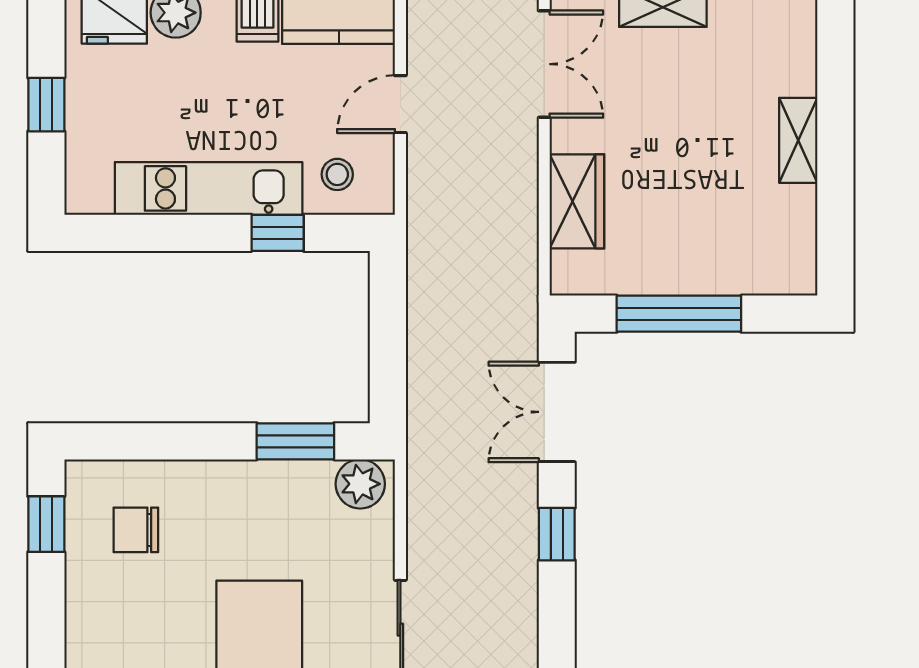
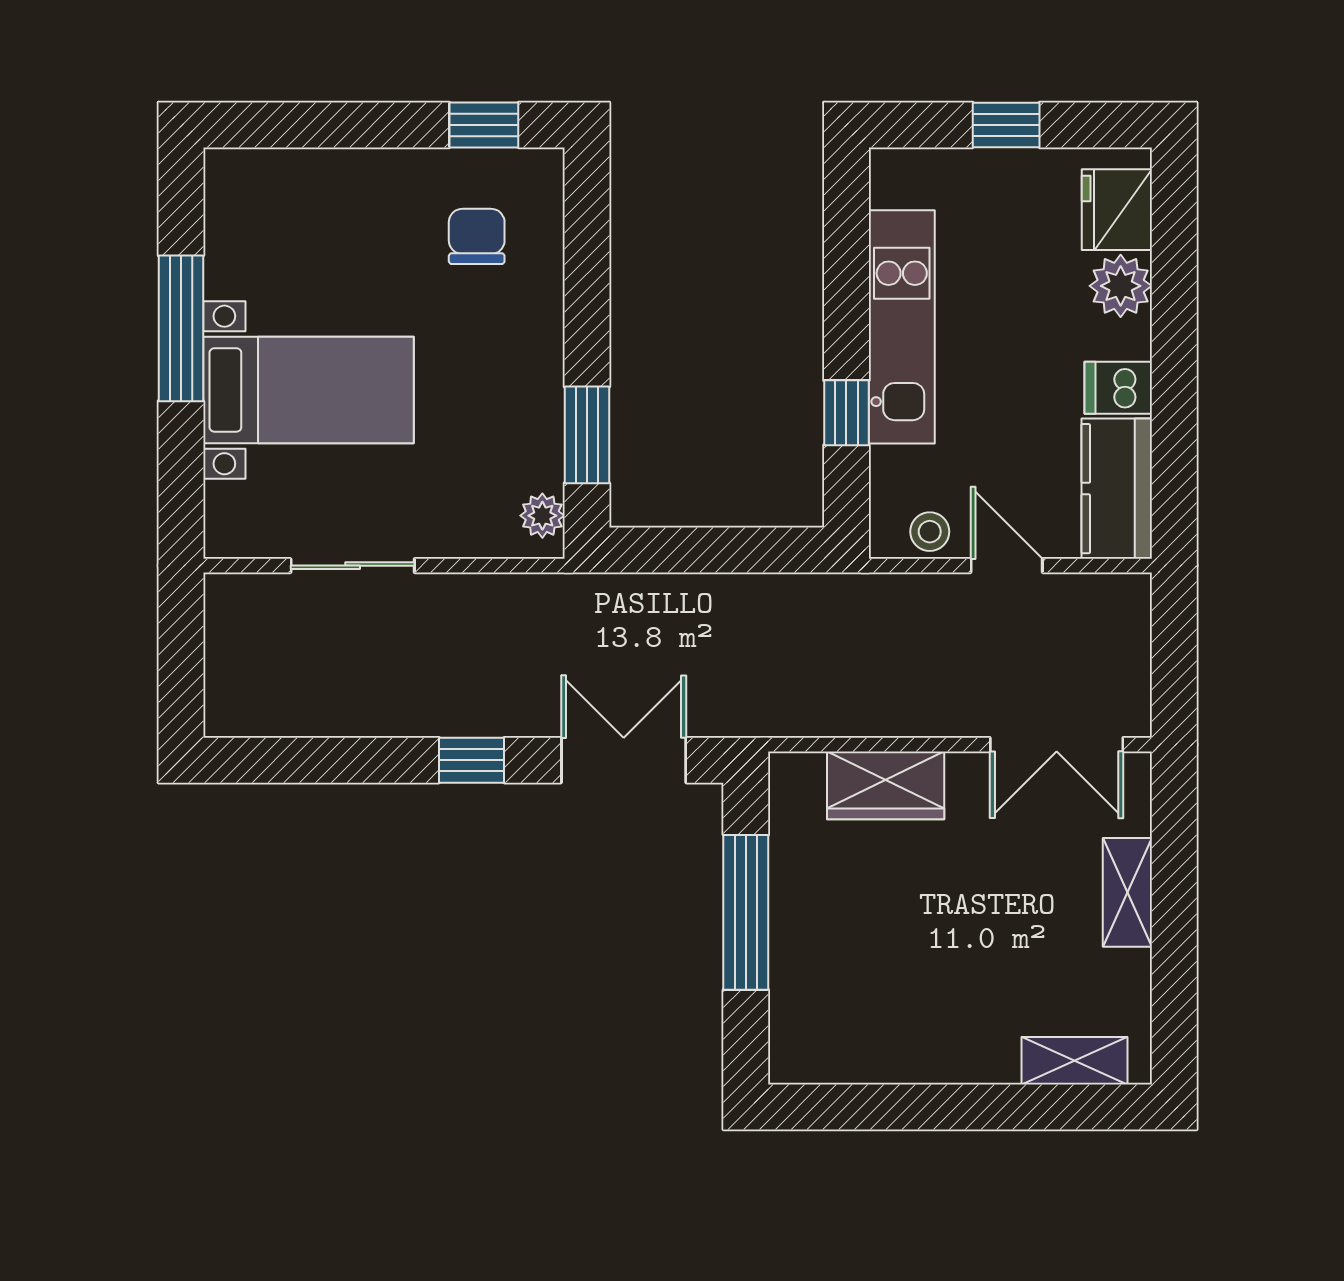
shelving: (798, 140) -> (1074, 1061), moved
stool: (337, 174) -> (930, 532), moved
plant: (360, 484) -> (542, 516), width x0.73, depth x0.73

